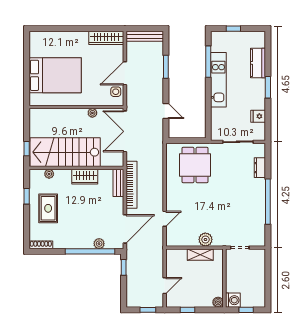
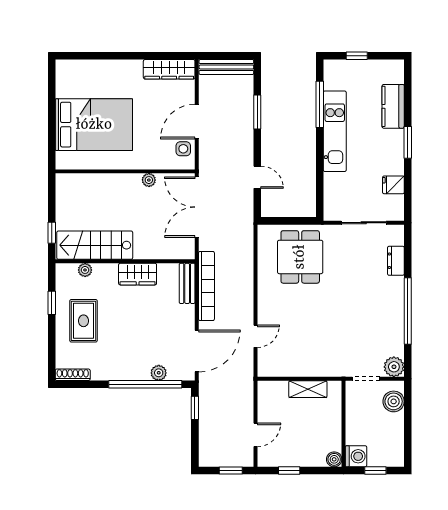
stairs: (65, 152) -> (95, 245), width x0.73, depth x0.66
plant: (205, 239) -> (394, 367), moved
boiler: (258, 263) -> (394, 401), added

